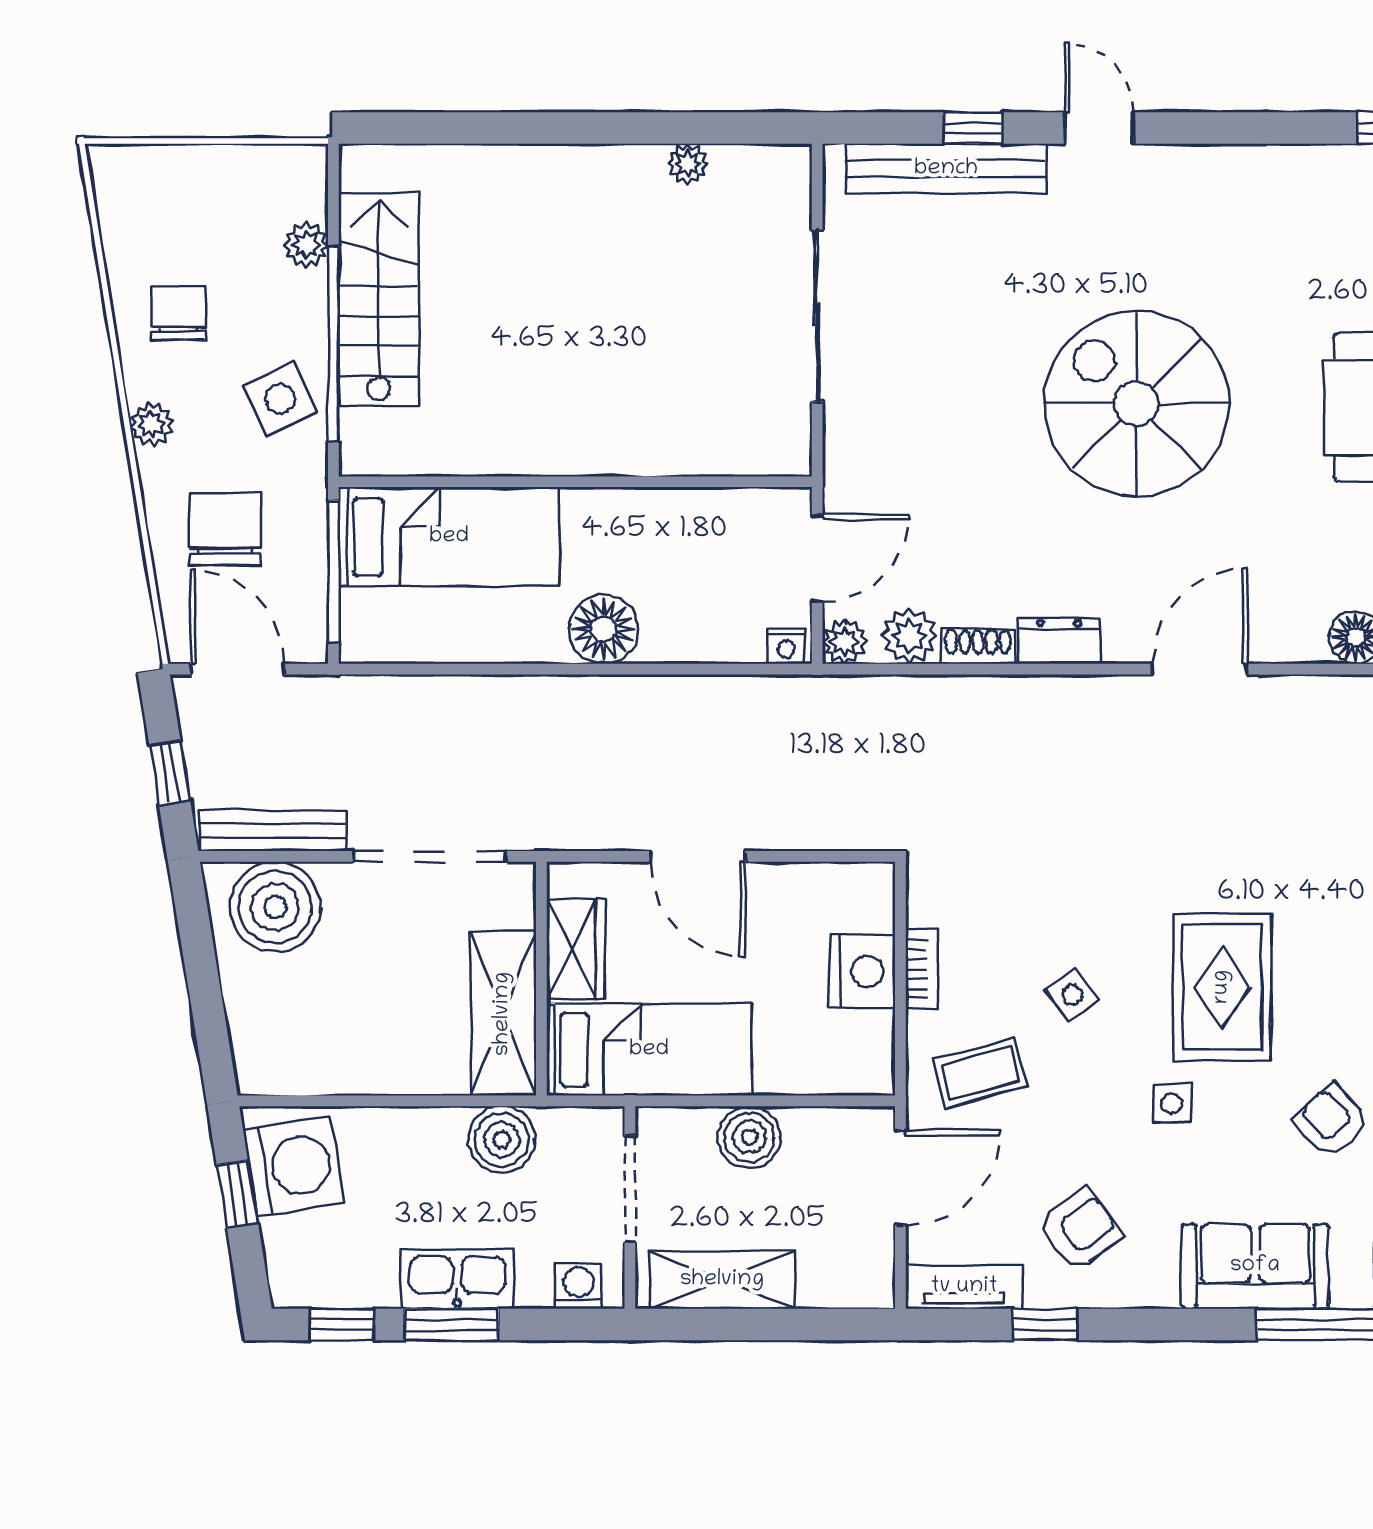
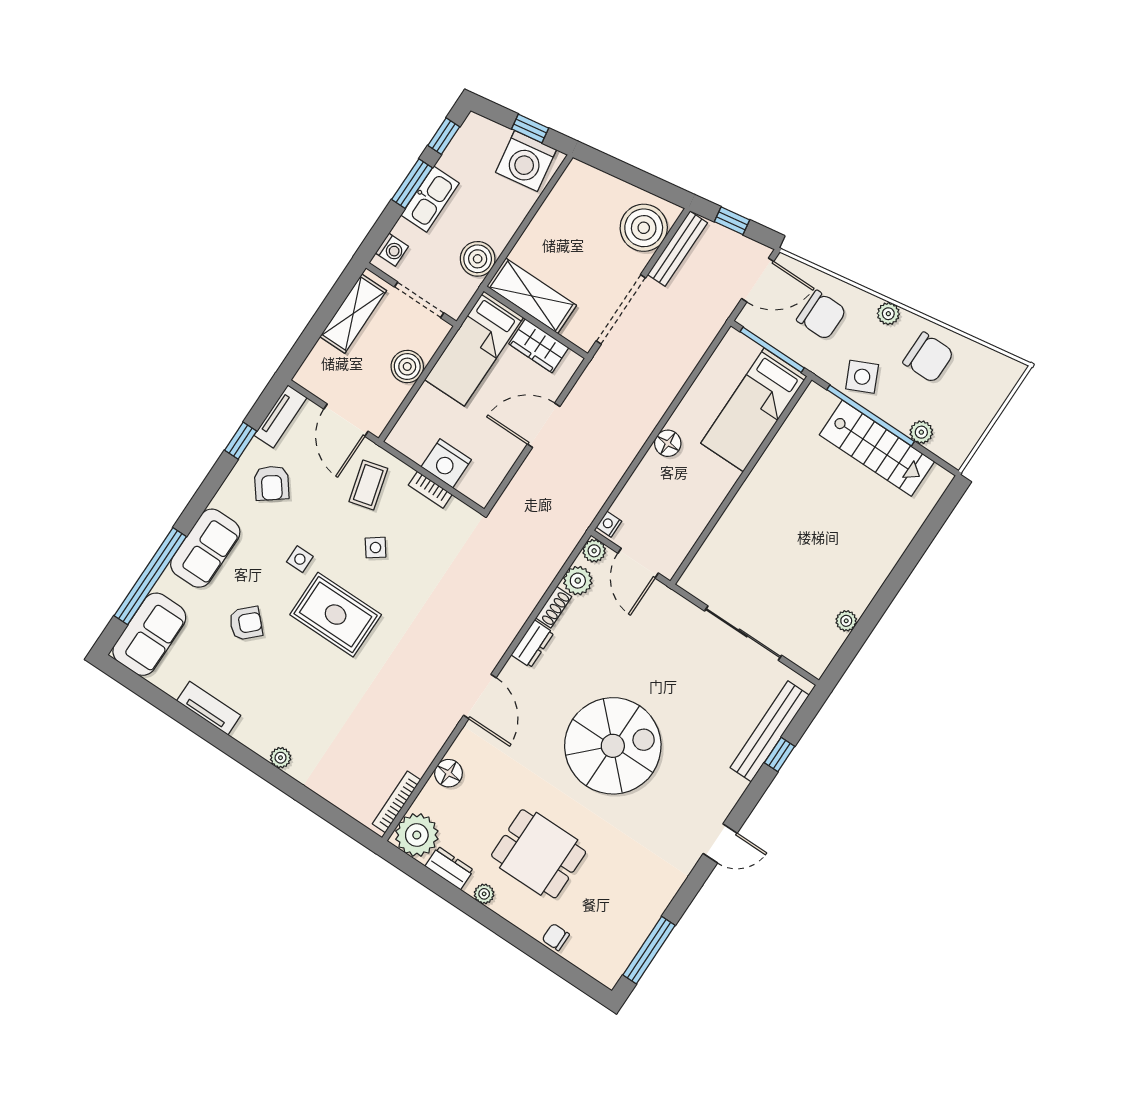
door: (1099, 128) -> (720, 843), moved
chair: (179, 313) -> (928, 357), width x1.37, depth x1.37
floor lamp: (604, 629) -> (668, 443), width x0.73, depth x0.73

